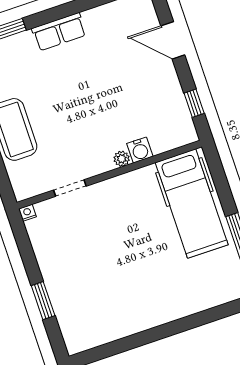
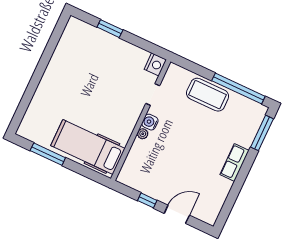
window: (194, 103) -> (147, 200), moved
water cooler: (140, 150) -> (150, 122), moved
nightstand: (27, 213) -> (155, 64), width x1.89, depth x1.79

